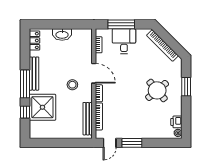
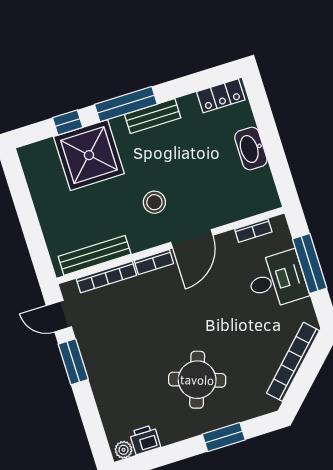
bench: (34, 74) -> (153, 116), width x0.73
round table: (157, 90) -> (197, 380), turned -31

